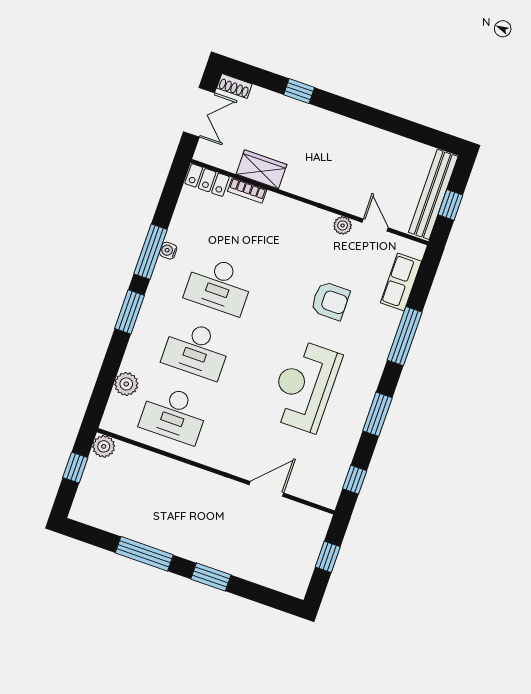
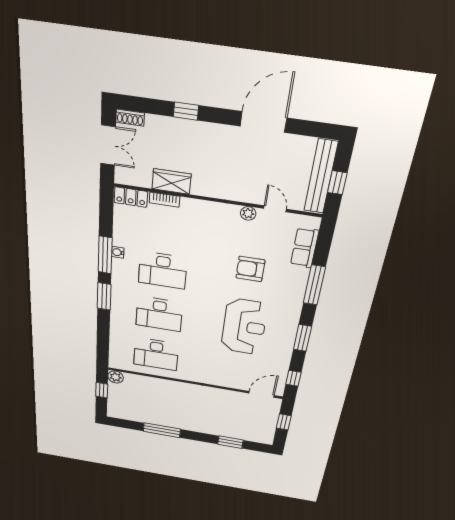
door: (381, 120) -> (263, 122), added
armchair: (330, 301) -> (250, 269), turned 180
plant: (126, 384) -> (118, 340), removed
reception desk: (305, 386) -> (244, 327), turned 180
door: (266, 489) -> (261, 394), moved
window: (211, 577) -> (230, 442), moved

